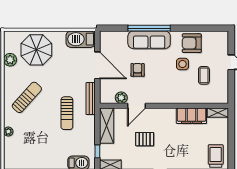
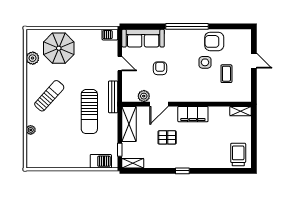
window: (149, 28) -> (187, 26), moved
barbecue: (81, 39) -> (110, 35), width x0.53, depth x0.65
sofa: (149, 40) -> (143, 38), moved
door: (97, 65) -> (120, 64), width x0.53
sun lounger: (67, 113) -> (89, 112), width x1.36, depth x1.34
filing cabinet: (191, 116) -> (193, 114), moved

